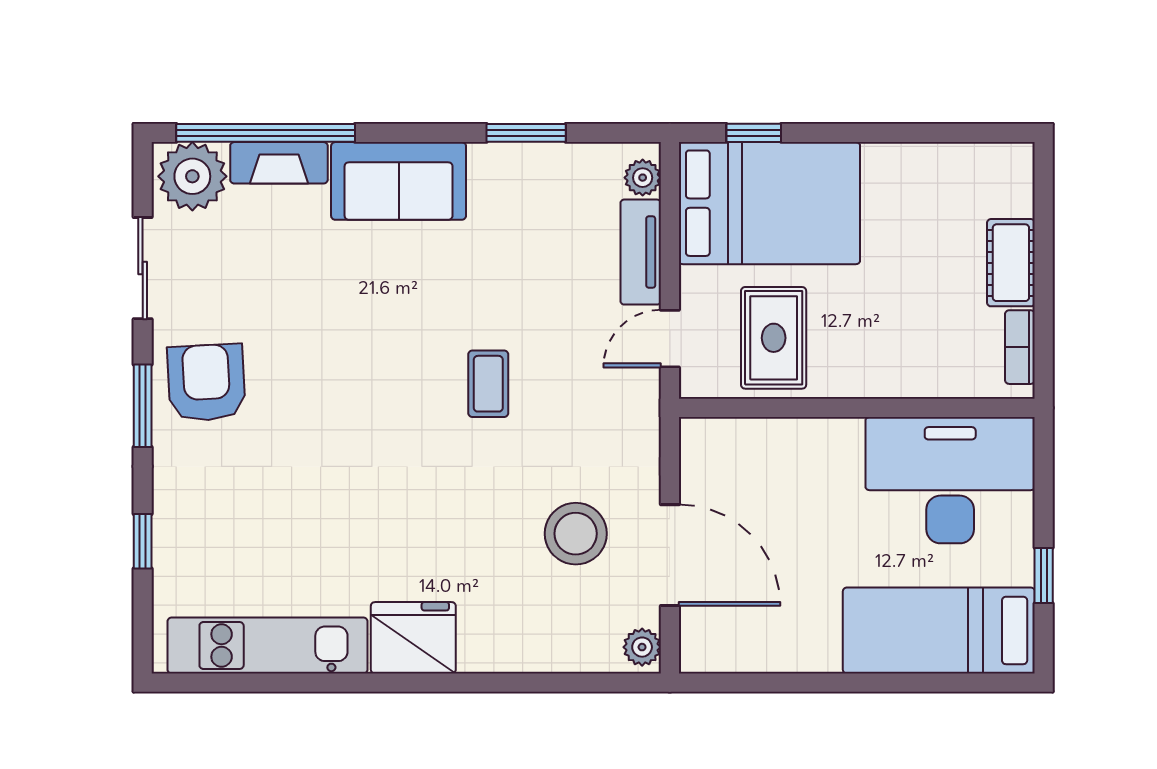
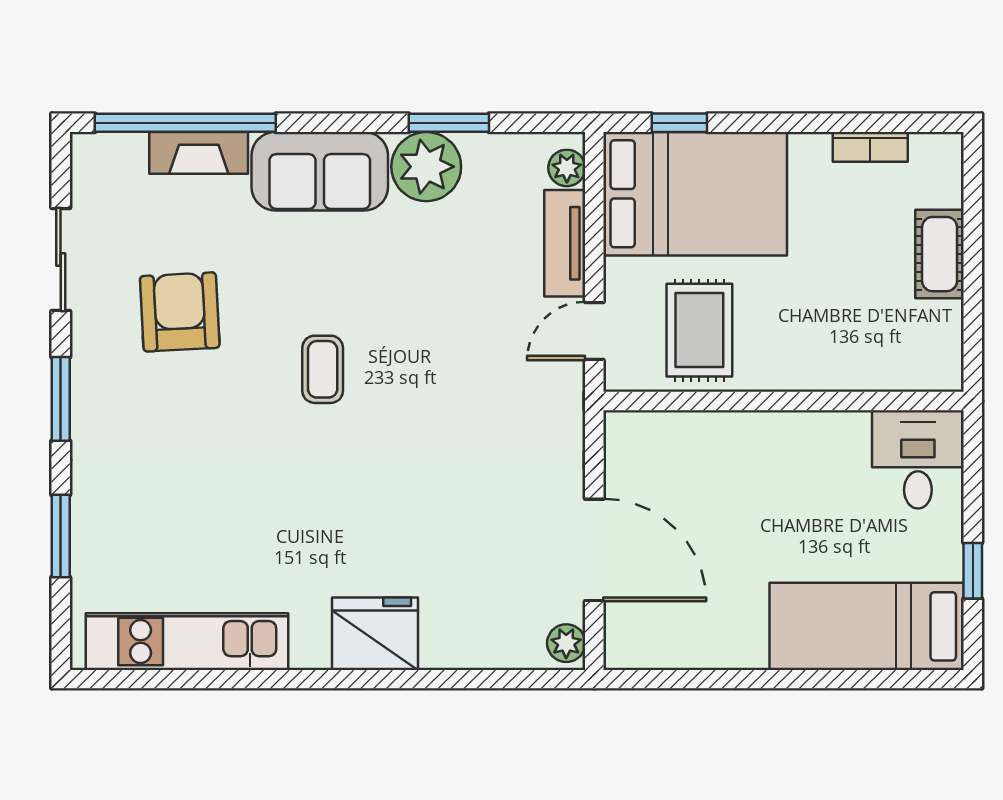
plant: (192, 176) -> (426, 167), moved
bookcase: (1020, 347) -> (870, 147), moved, turned -90
armchair: (206, 383) -> (180, 312), moved
coffee table: (488, 384) -> (323, 369), moved
desk: (950, 480) -> (918, 459), width x0.53, depth x0.77
stool: (576, 534) -> (499, 528), removed
window: (143, 541) -> (61, 536), width x1.50
fridge: (413, 638) -> (375, 634), moved

